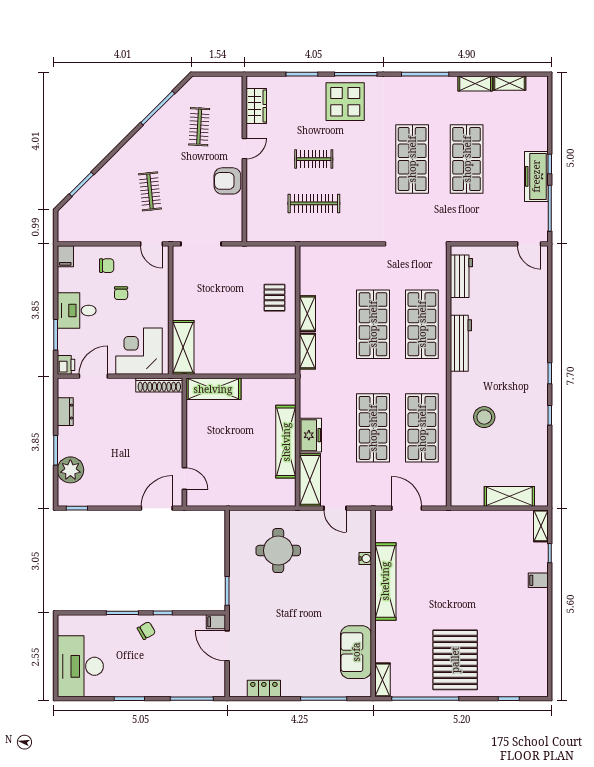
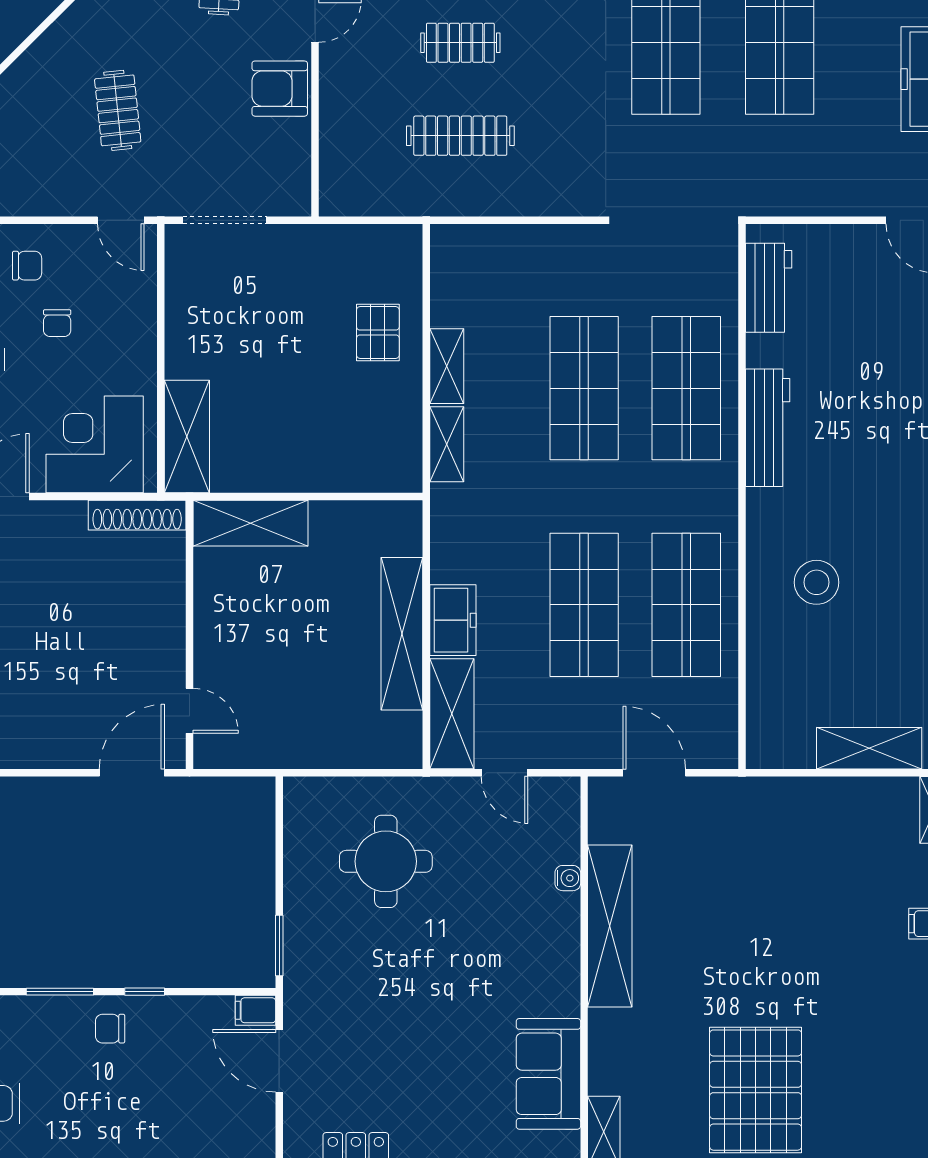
chair: (146, 631) -> (110, 1029), turned -150

